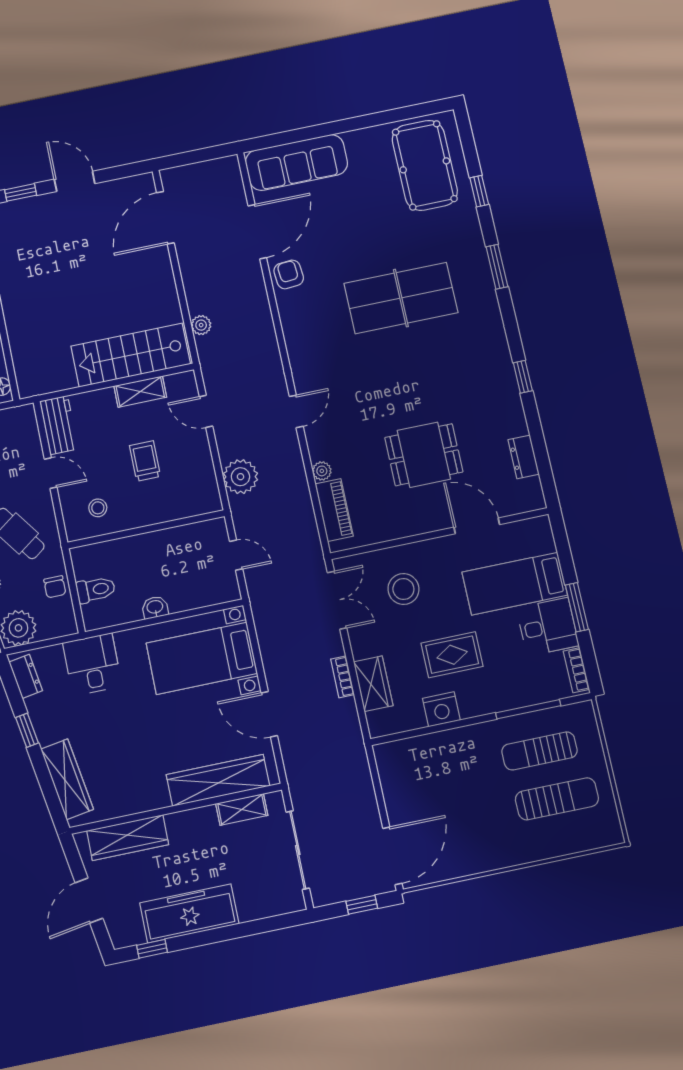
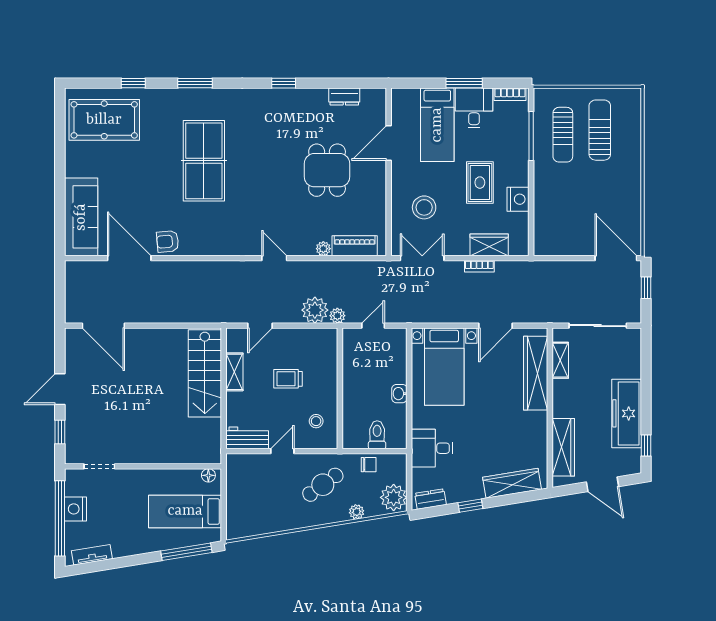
plant: (201, 325) -> (337, 316), moved

